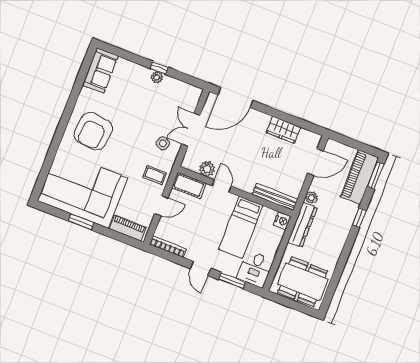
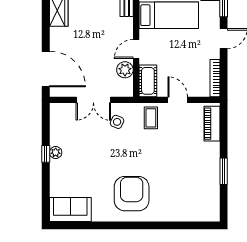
armchair: (93, 131) -> (132, 194), turned -96
corner sofa: (83, 189) -> (192, 182), removed

